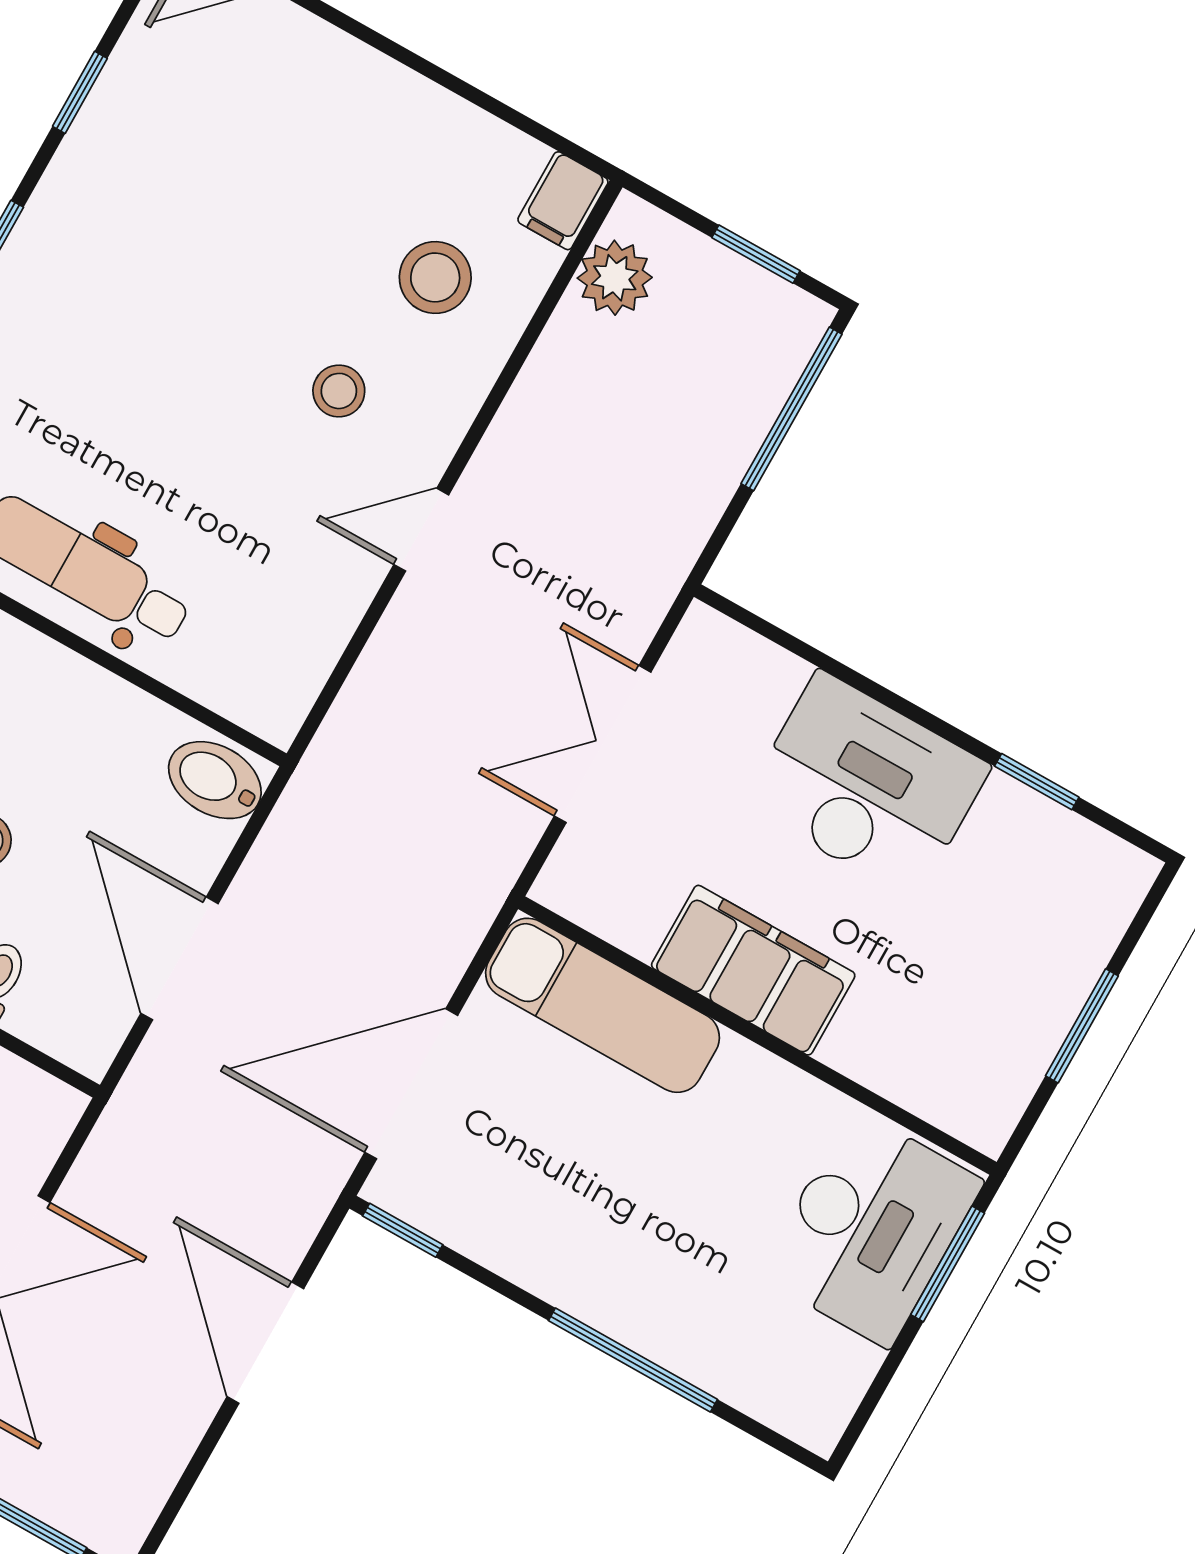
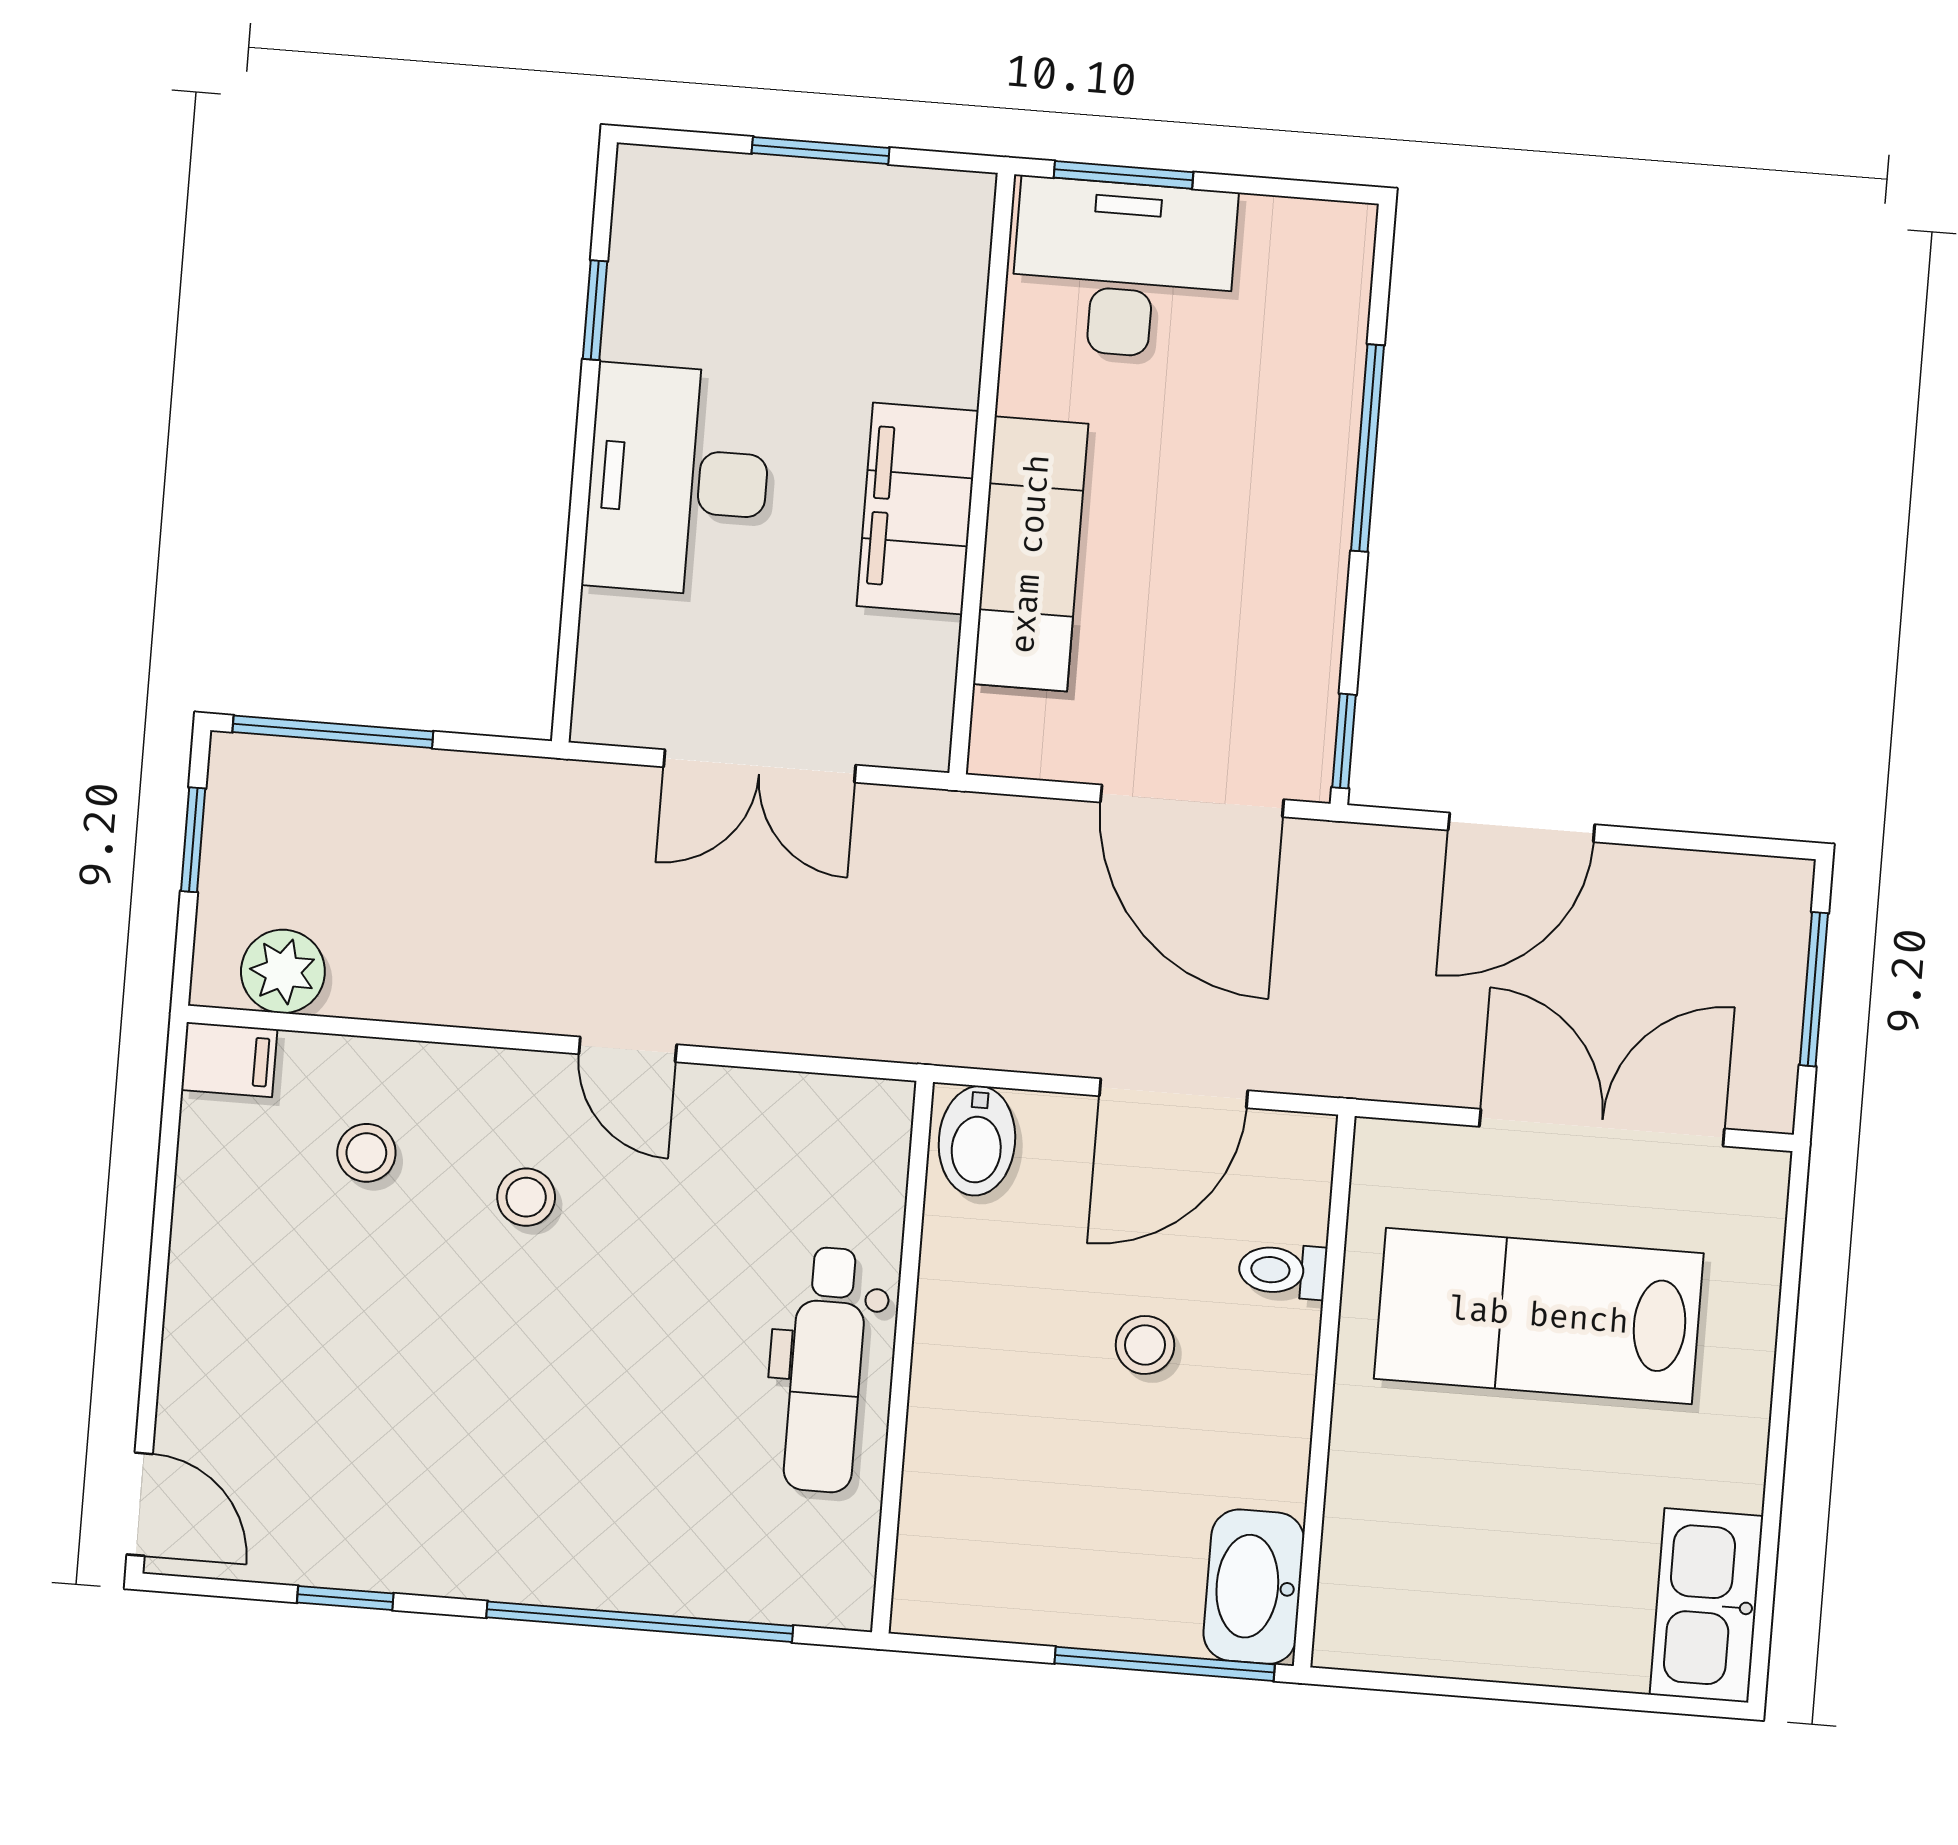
stool: (435, 277) -> (366, 1153), width x0.73, depth x0.73
exam couch: (602, 1005) -> (1031, 554), moved

